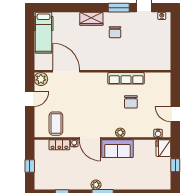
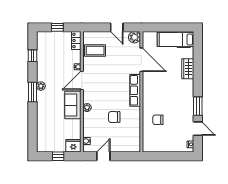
wardrobe: (91, 19) -> (188, 69), moved
chair: (115, 32) -> (158, 120), moved
door: (66, 71) -> (141, 60), hinge flipped
row of seats: (126, 78) -> (135, 90), moved
locker: (59, 145) -> (76, 40), moved

